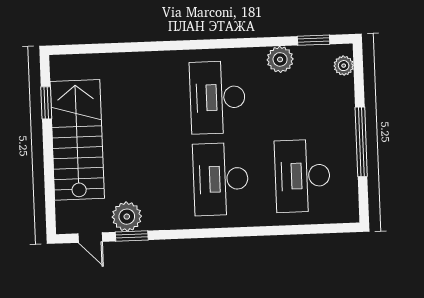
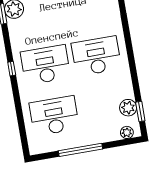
plant: (280, 59) -> (128, 108), moved
window: (220, 233) -> (12, 69), added

